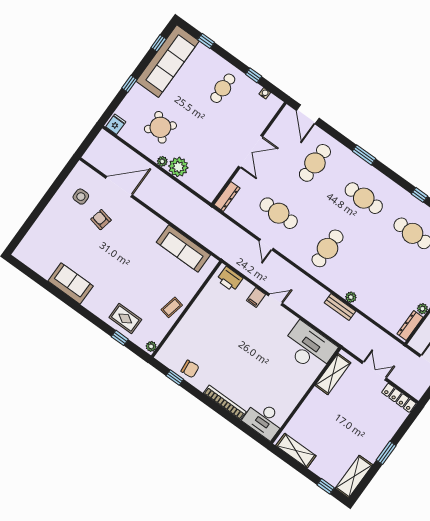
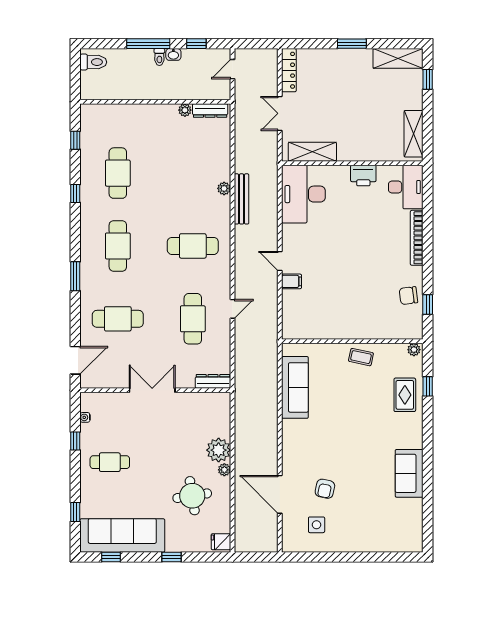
round table: (160, 127) -> (192, 496), turned 35
printer: (230, 279) -> (363, 176), moved, turned 90
bench: (340, 307) -> (242, 199), width x1.36
chair: (190, 369) -> (408, 296), turned -91

